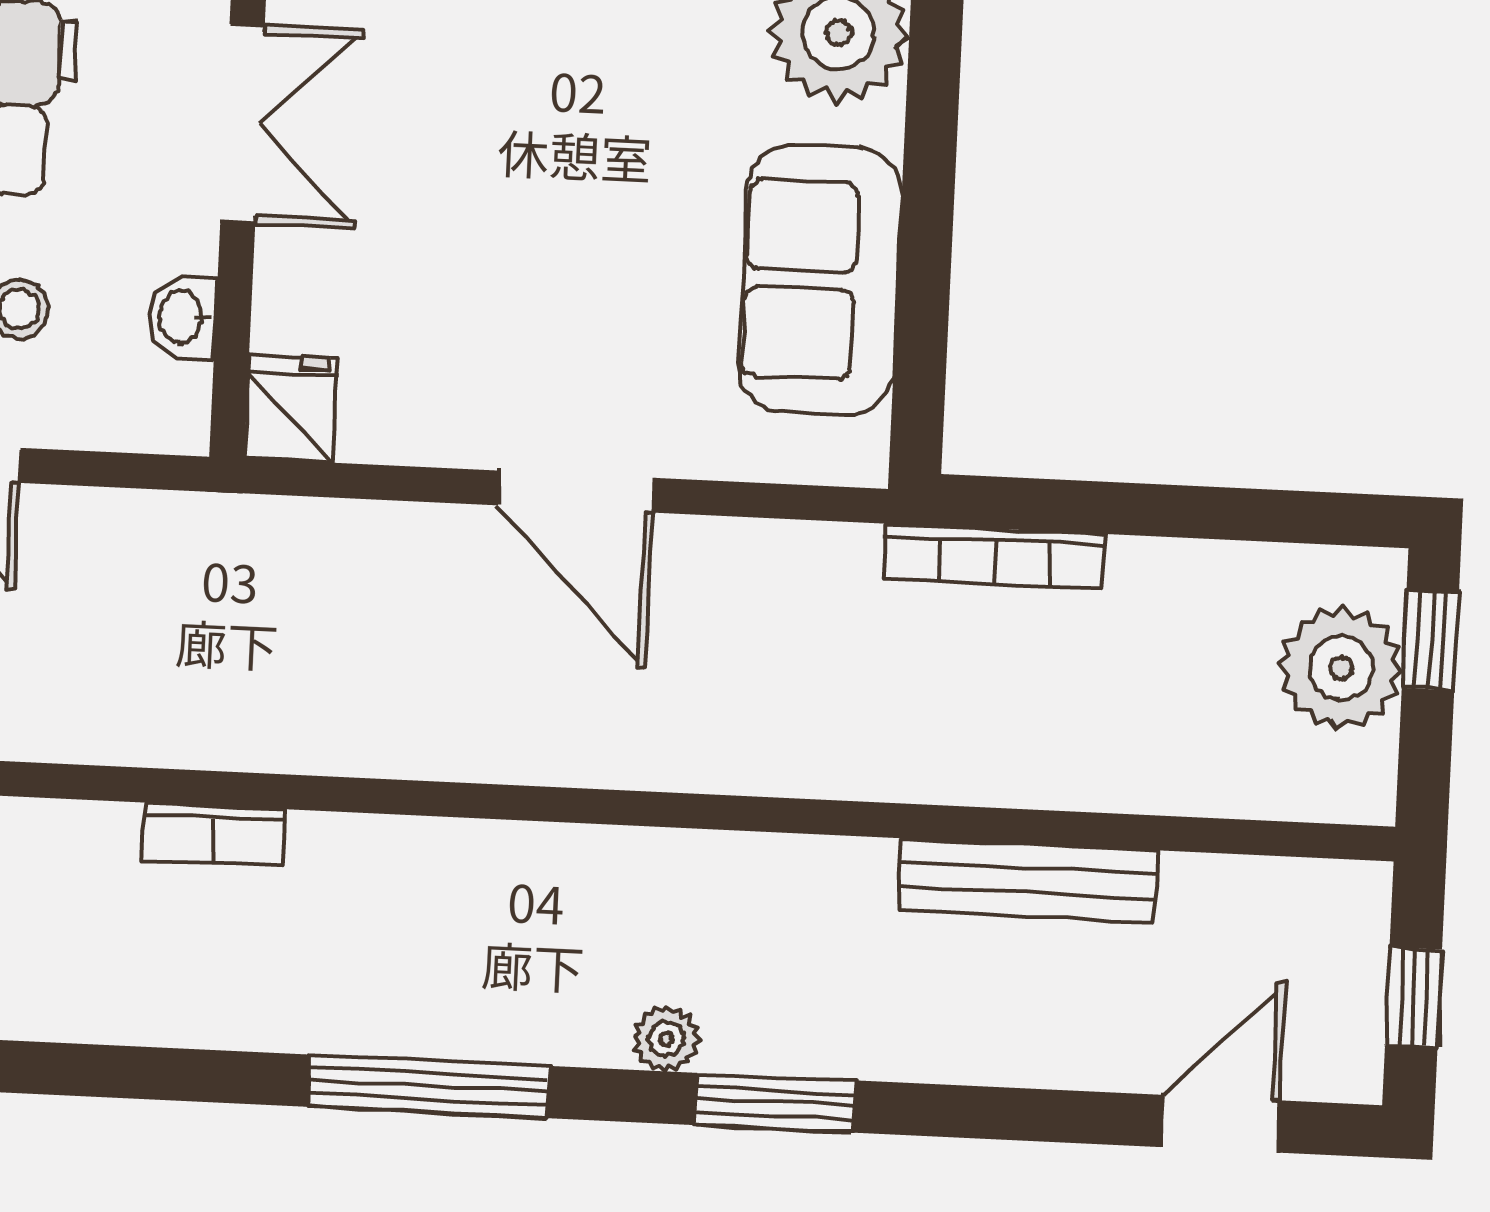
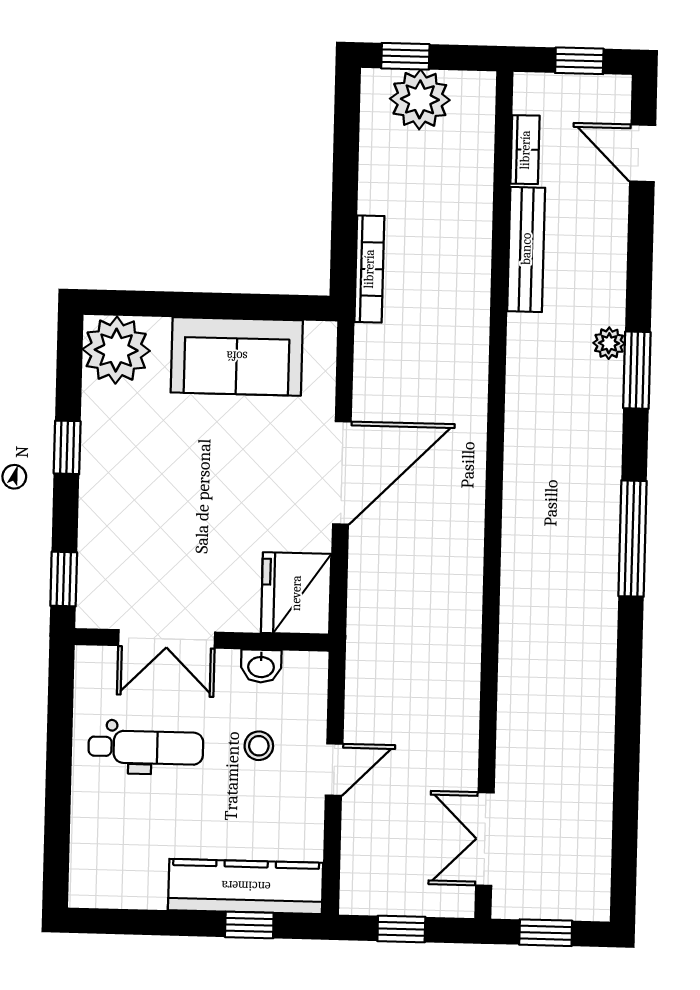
double door: (242, 124) -> (167, 639), swing flipped
fridge: (291, 408) -> (296, 593), width x1.88, depth x1.34
door: (576, 492) -> (342, 473), width x1.36
bookcase: (214, 834) -> (525, 150), moved
plant: (666, 1039) -> (609, 343), moved

